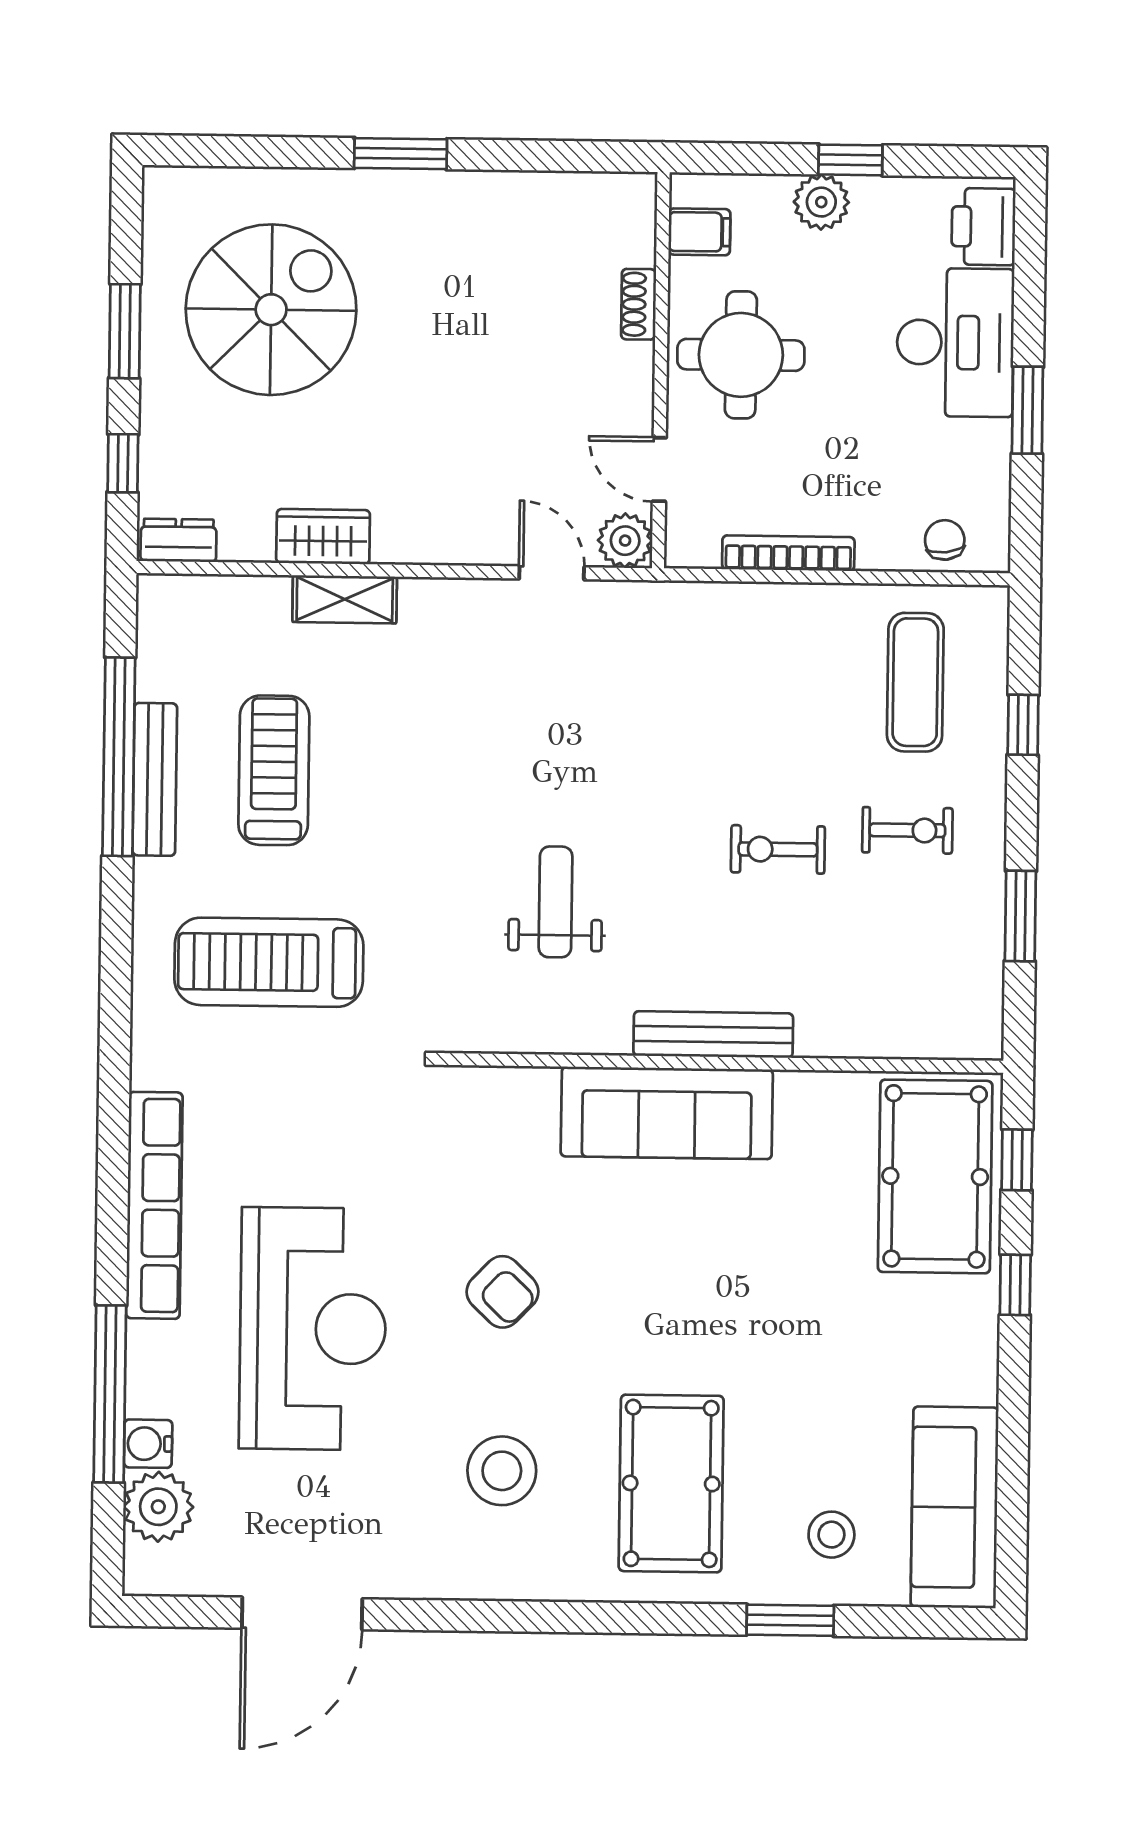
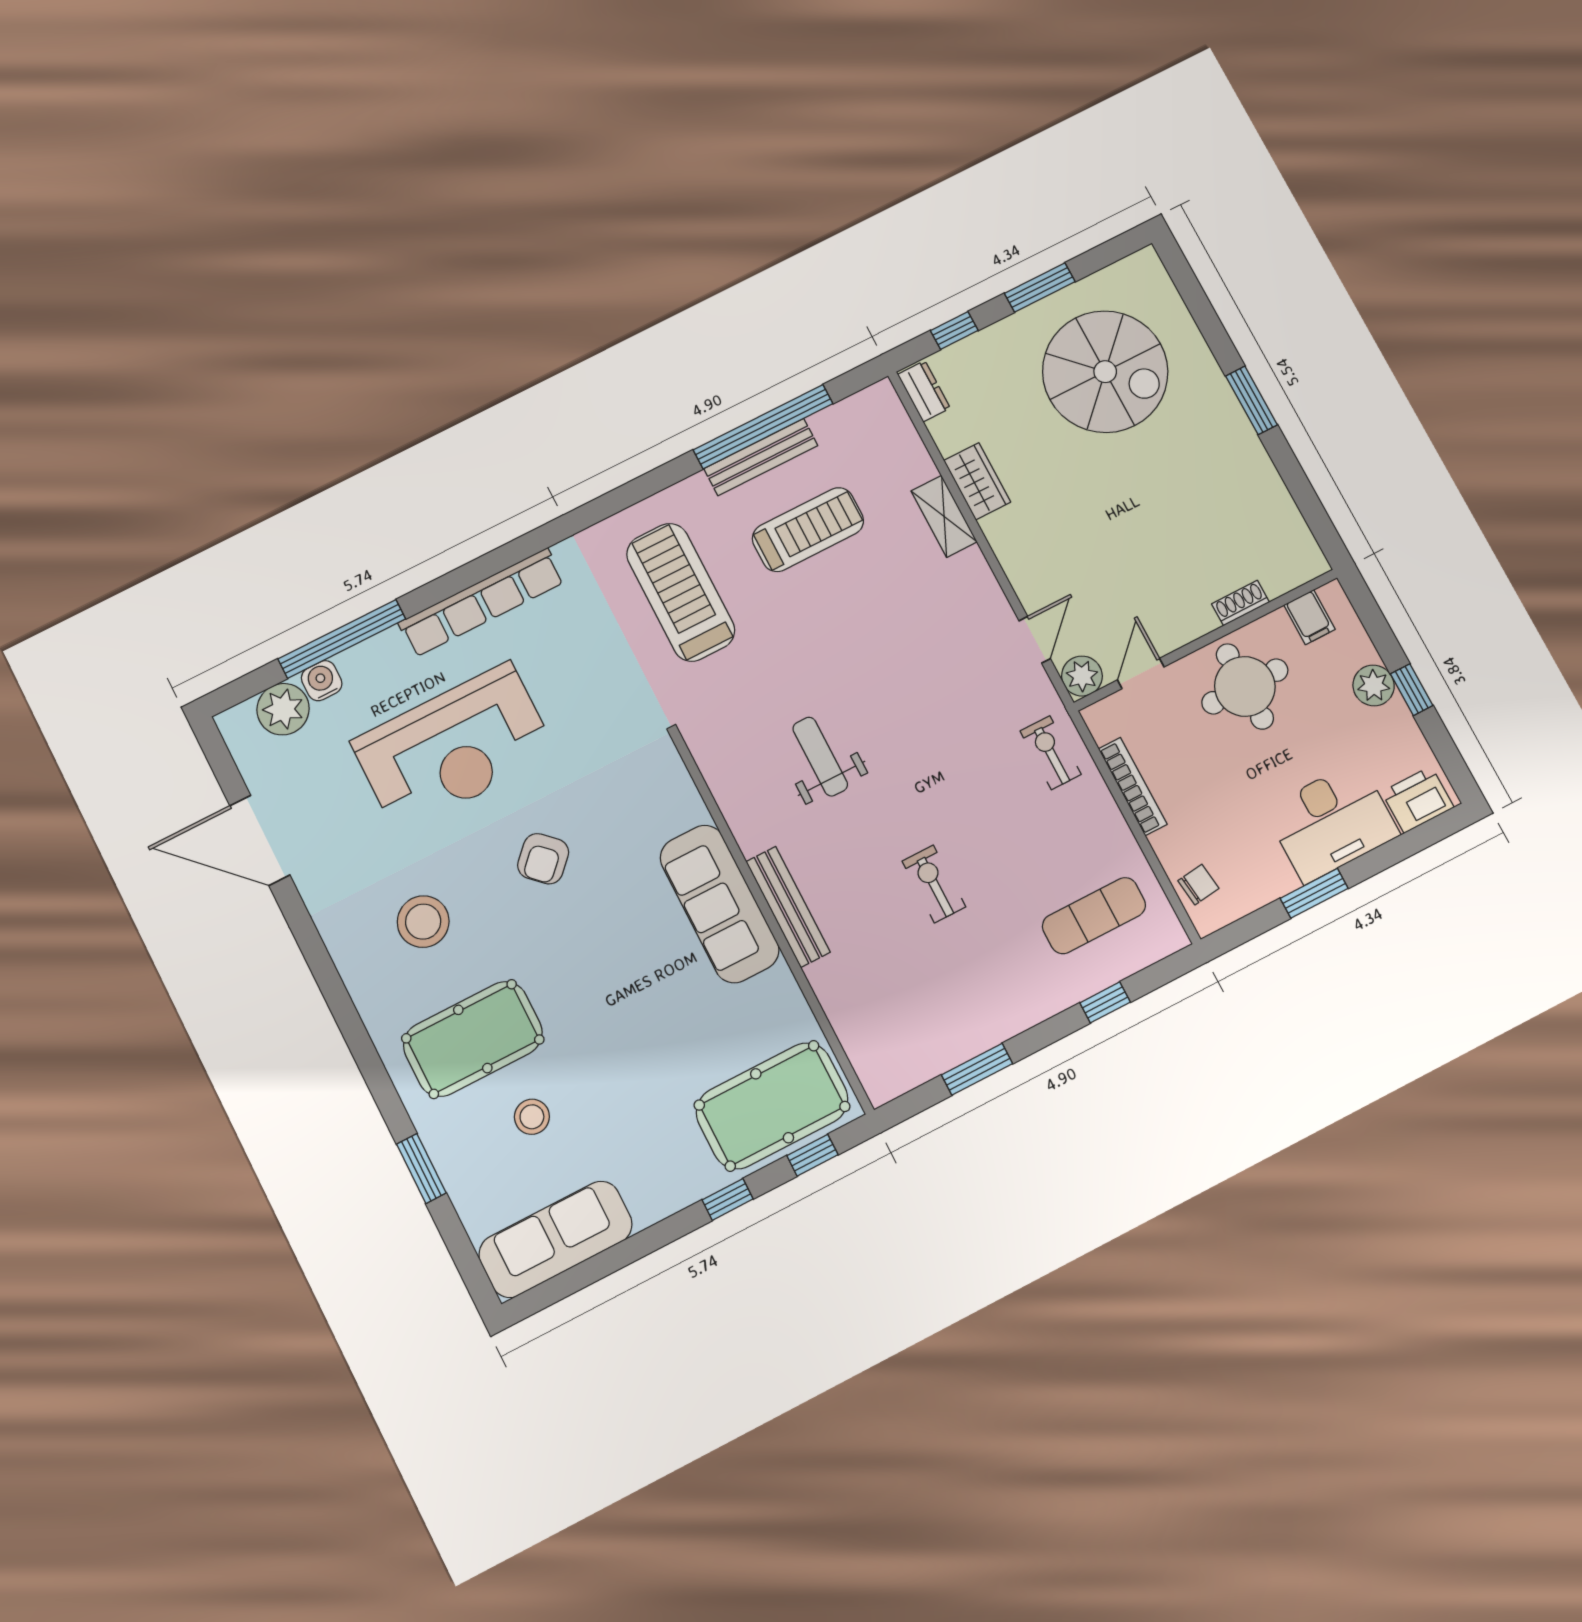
exercise bike: (907, 830) -> (1051, 753), moved, turned 180
weight bench: (556, 902) -> (820, 757), turned -90
stool: (831, 1535) -> (532, 1117), moved

